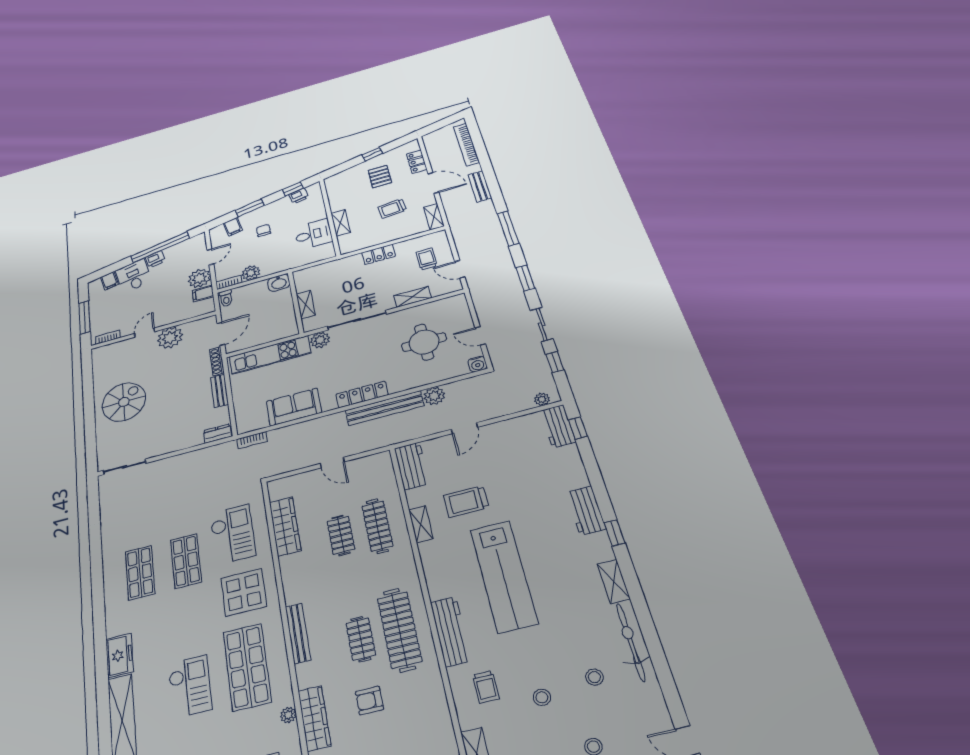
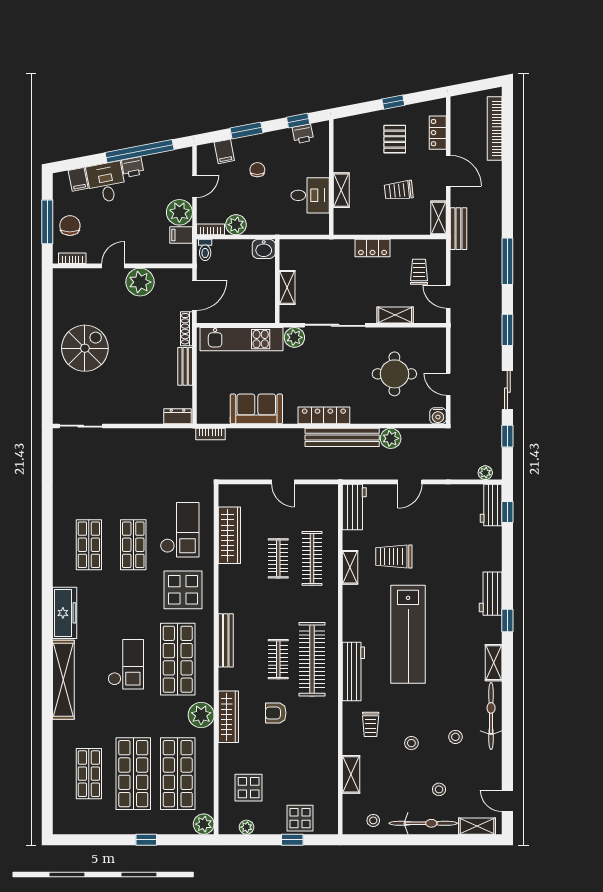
bench: (480, 186) -> (458, 229), moved
chair: (104, 314) -> (70, 226), added
freezer: (120, 655) -> (65, 613), width x1.40
plant: (288, 715) -> (201, 715), width x1.88, depth x1.88

